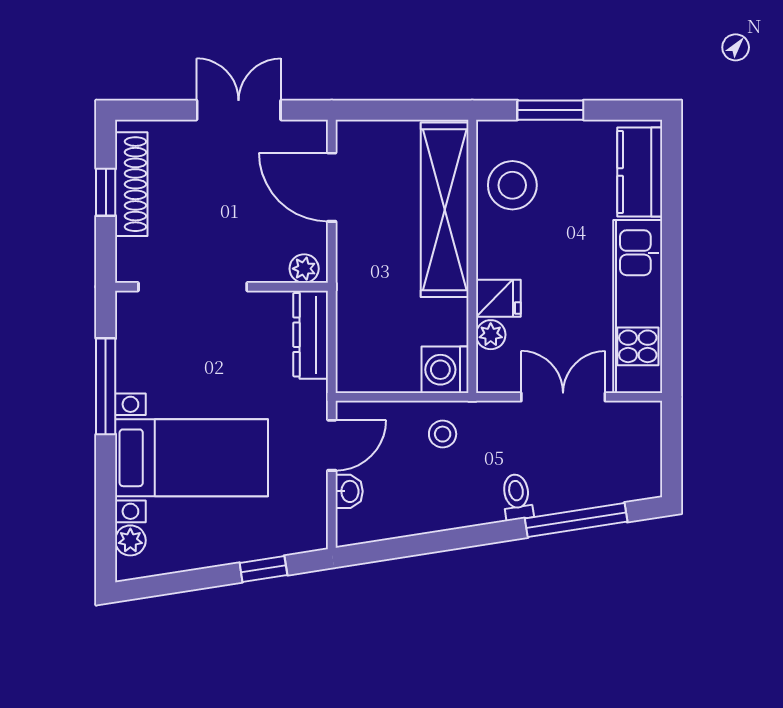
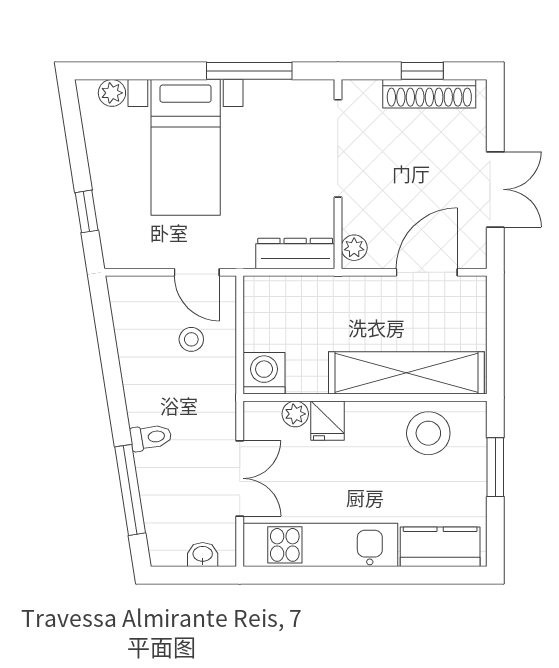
stool: (443, 434) -> (191, 339), moved
washbasin: (349, 491) -> (203, 555), moved, turned 180

